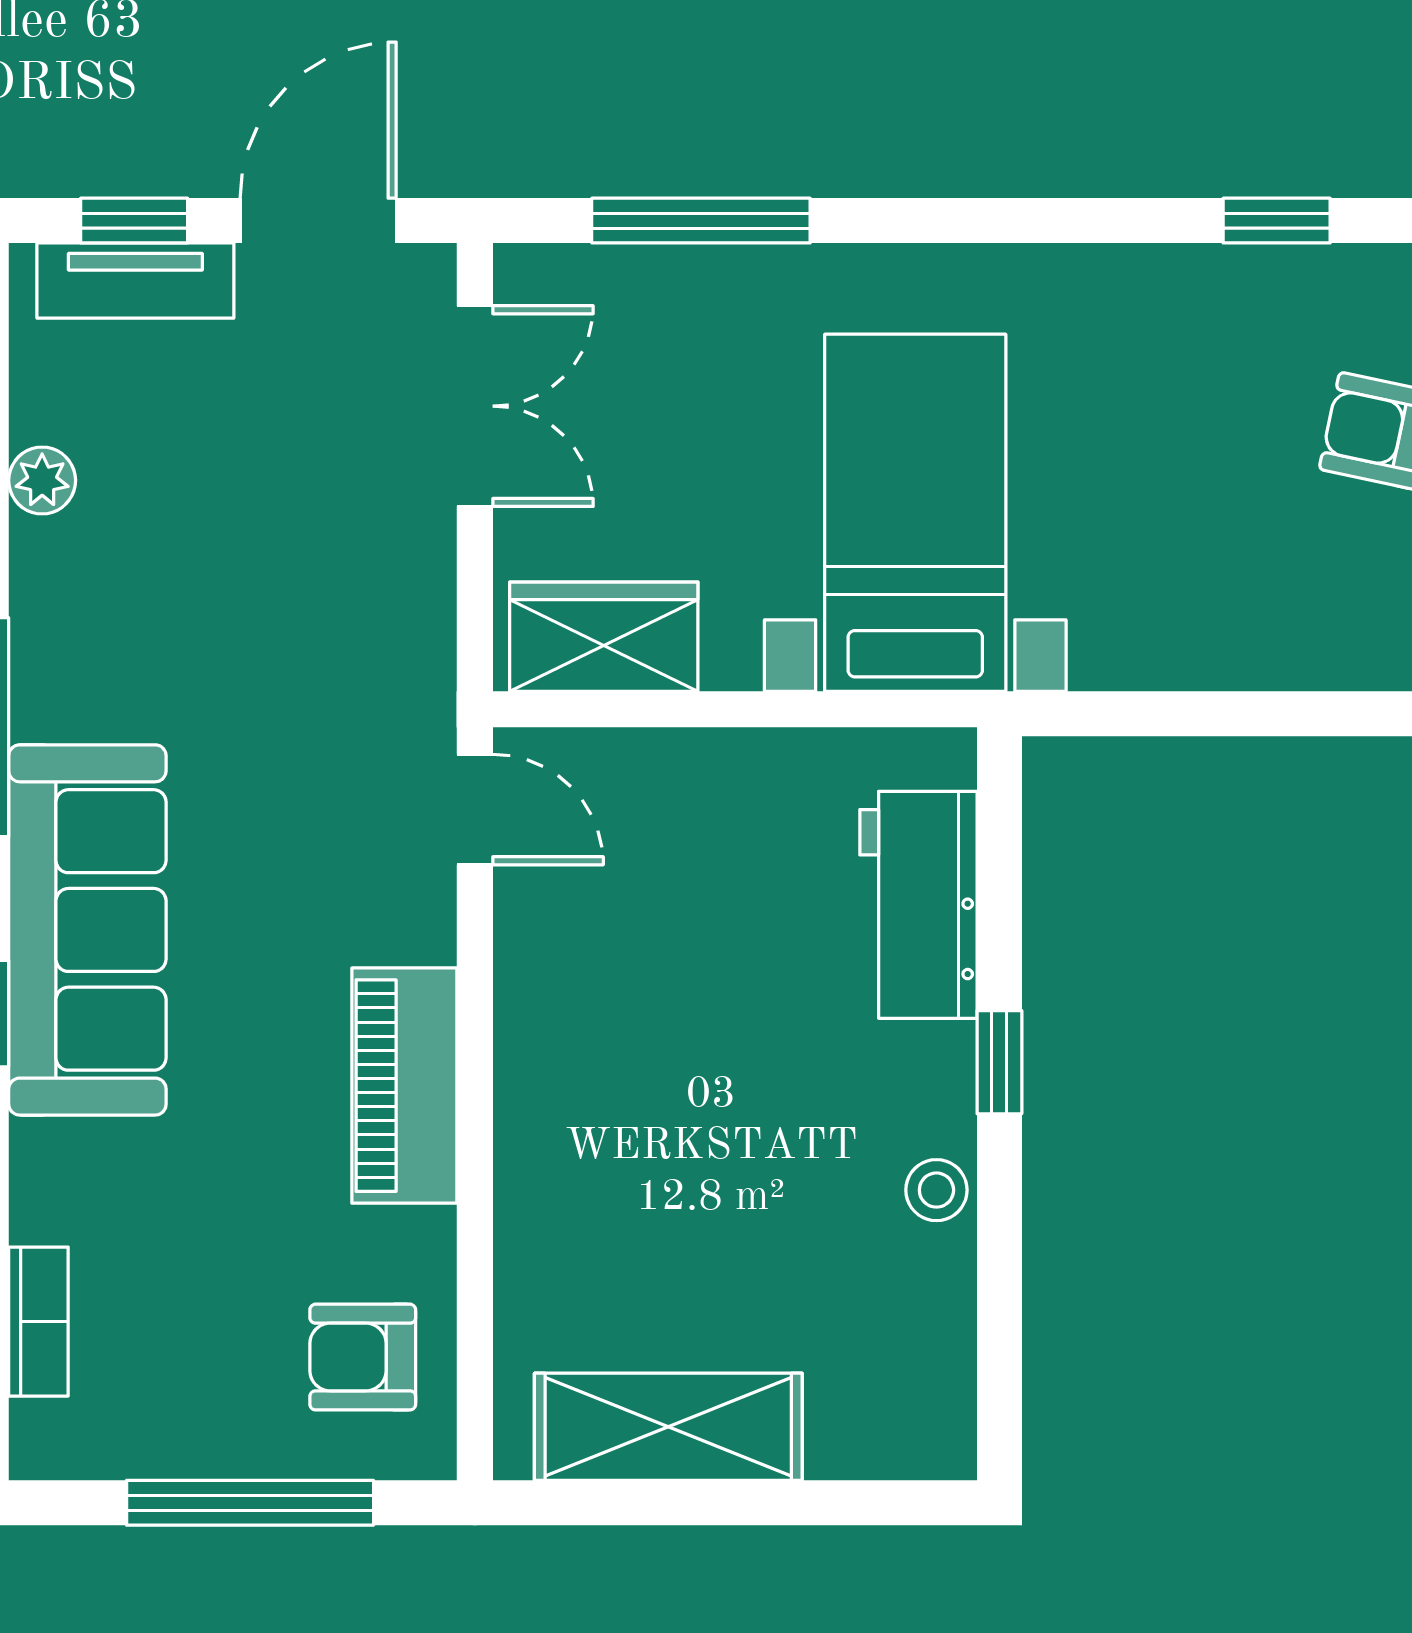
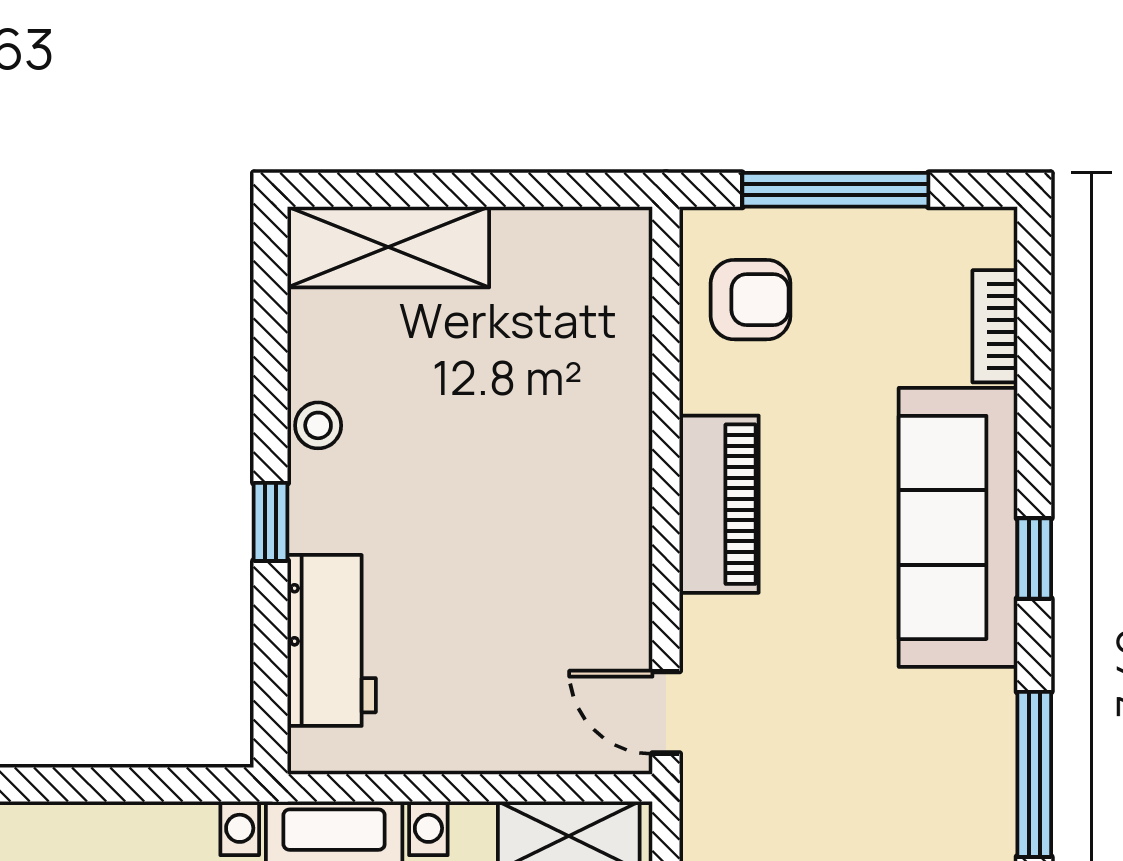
sofa: (87, 930) -> (958, 527), moved
shelving: (668, 1427) -> (388, 247), moved

